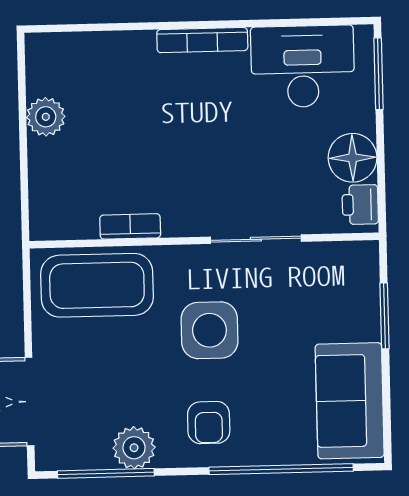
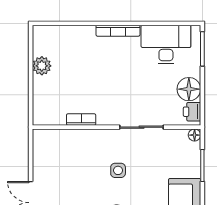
floor lamp: (367, 253) -> (195, 135), added
coffee table: (97, 285) -> (64, 147), removed
side table: (209, 330) -> (118, 170), width x0.54, depth x0.54

